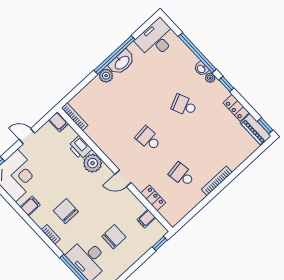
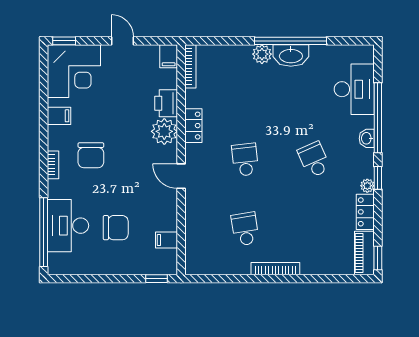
desk: (156, 39) -> (354, 89), moved, turned 90
plant: (210, 78) -> (367, 186), moved
locker: (153, 198) -> (193, 126), moved
chair: (66, 211) -> (91, 155), turned 180

